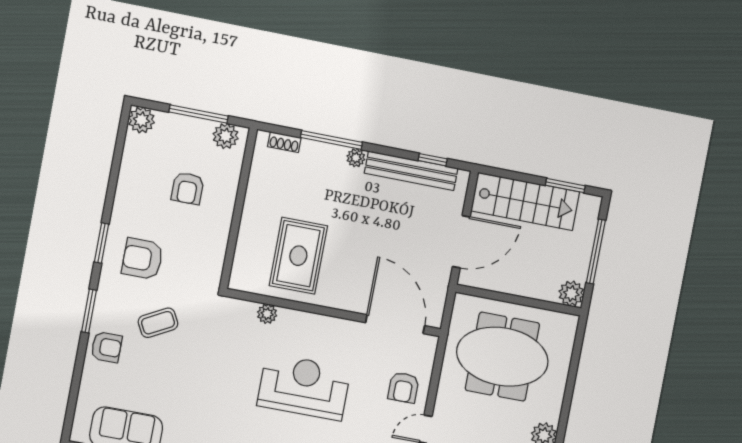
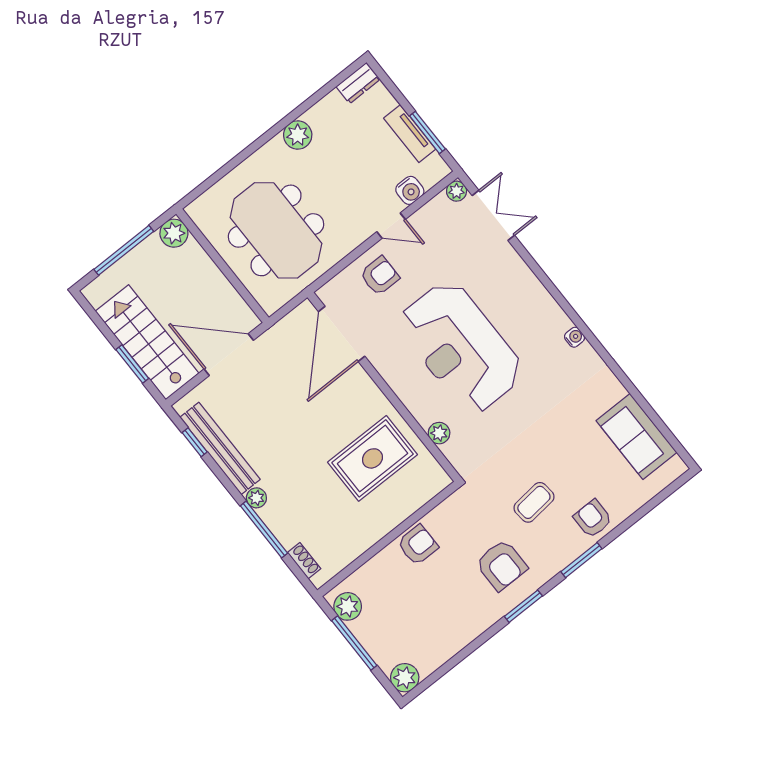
window: (565, 186) -> (132, 364), moved
armchair: (188, 188) -> (418, 545), moved
coffee table: (158, 323) -> (534, 502), turned -68
reception desk: (304, 387) -> (461, 347), width x1.36, depth x1.30

